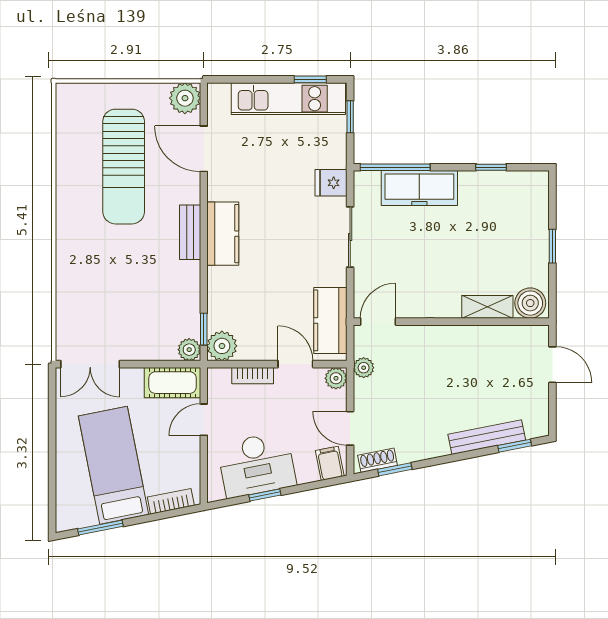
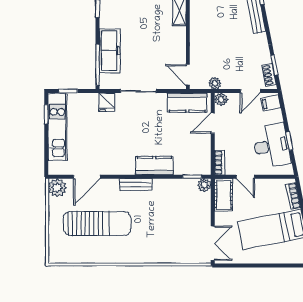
kitchen counter: (223, 234) -> (154, 166), moved
plant: (222, 346) -> (202, 166), removed
bookcase: (253, 376) -> (219, 163), moved

